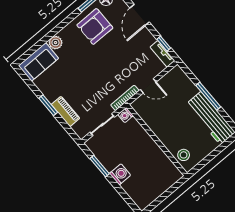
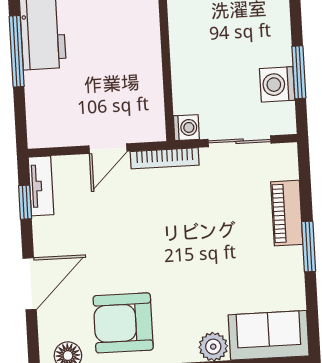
armchair: (95, 26) -> (123, 323), turned 180
door: (148, 86) -> (108, 149), swing flipped
washing machine: (120, 174) -> (277, 84), moved

